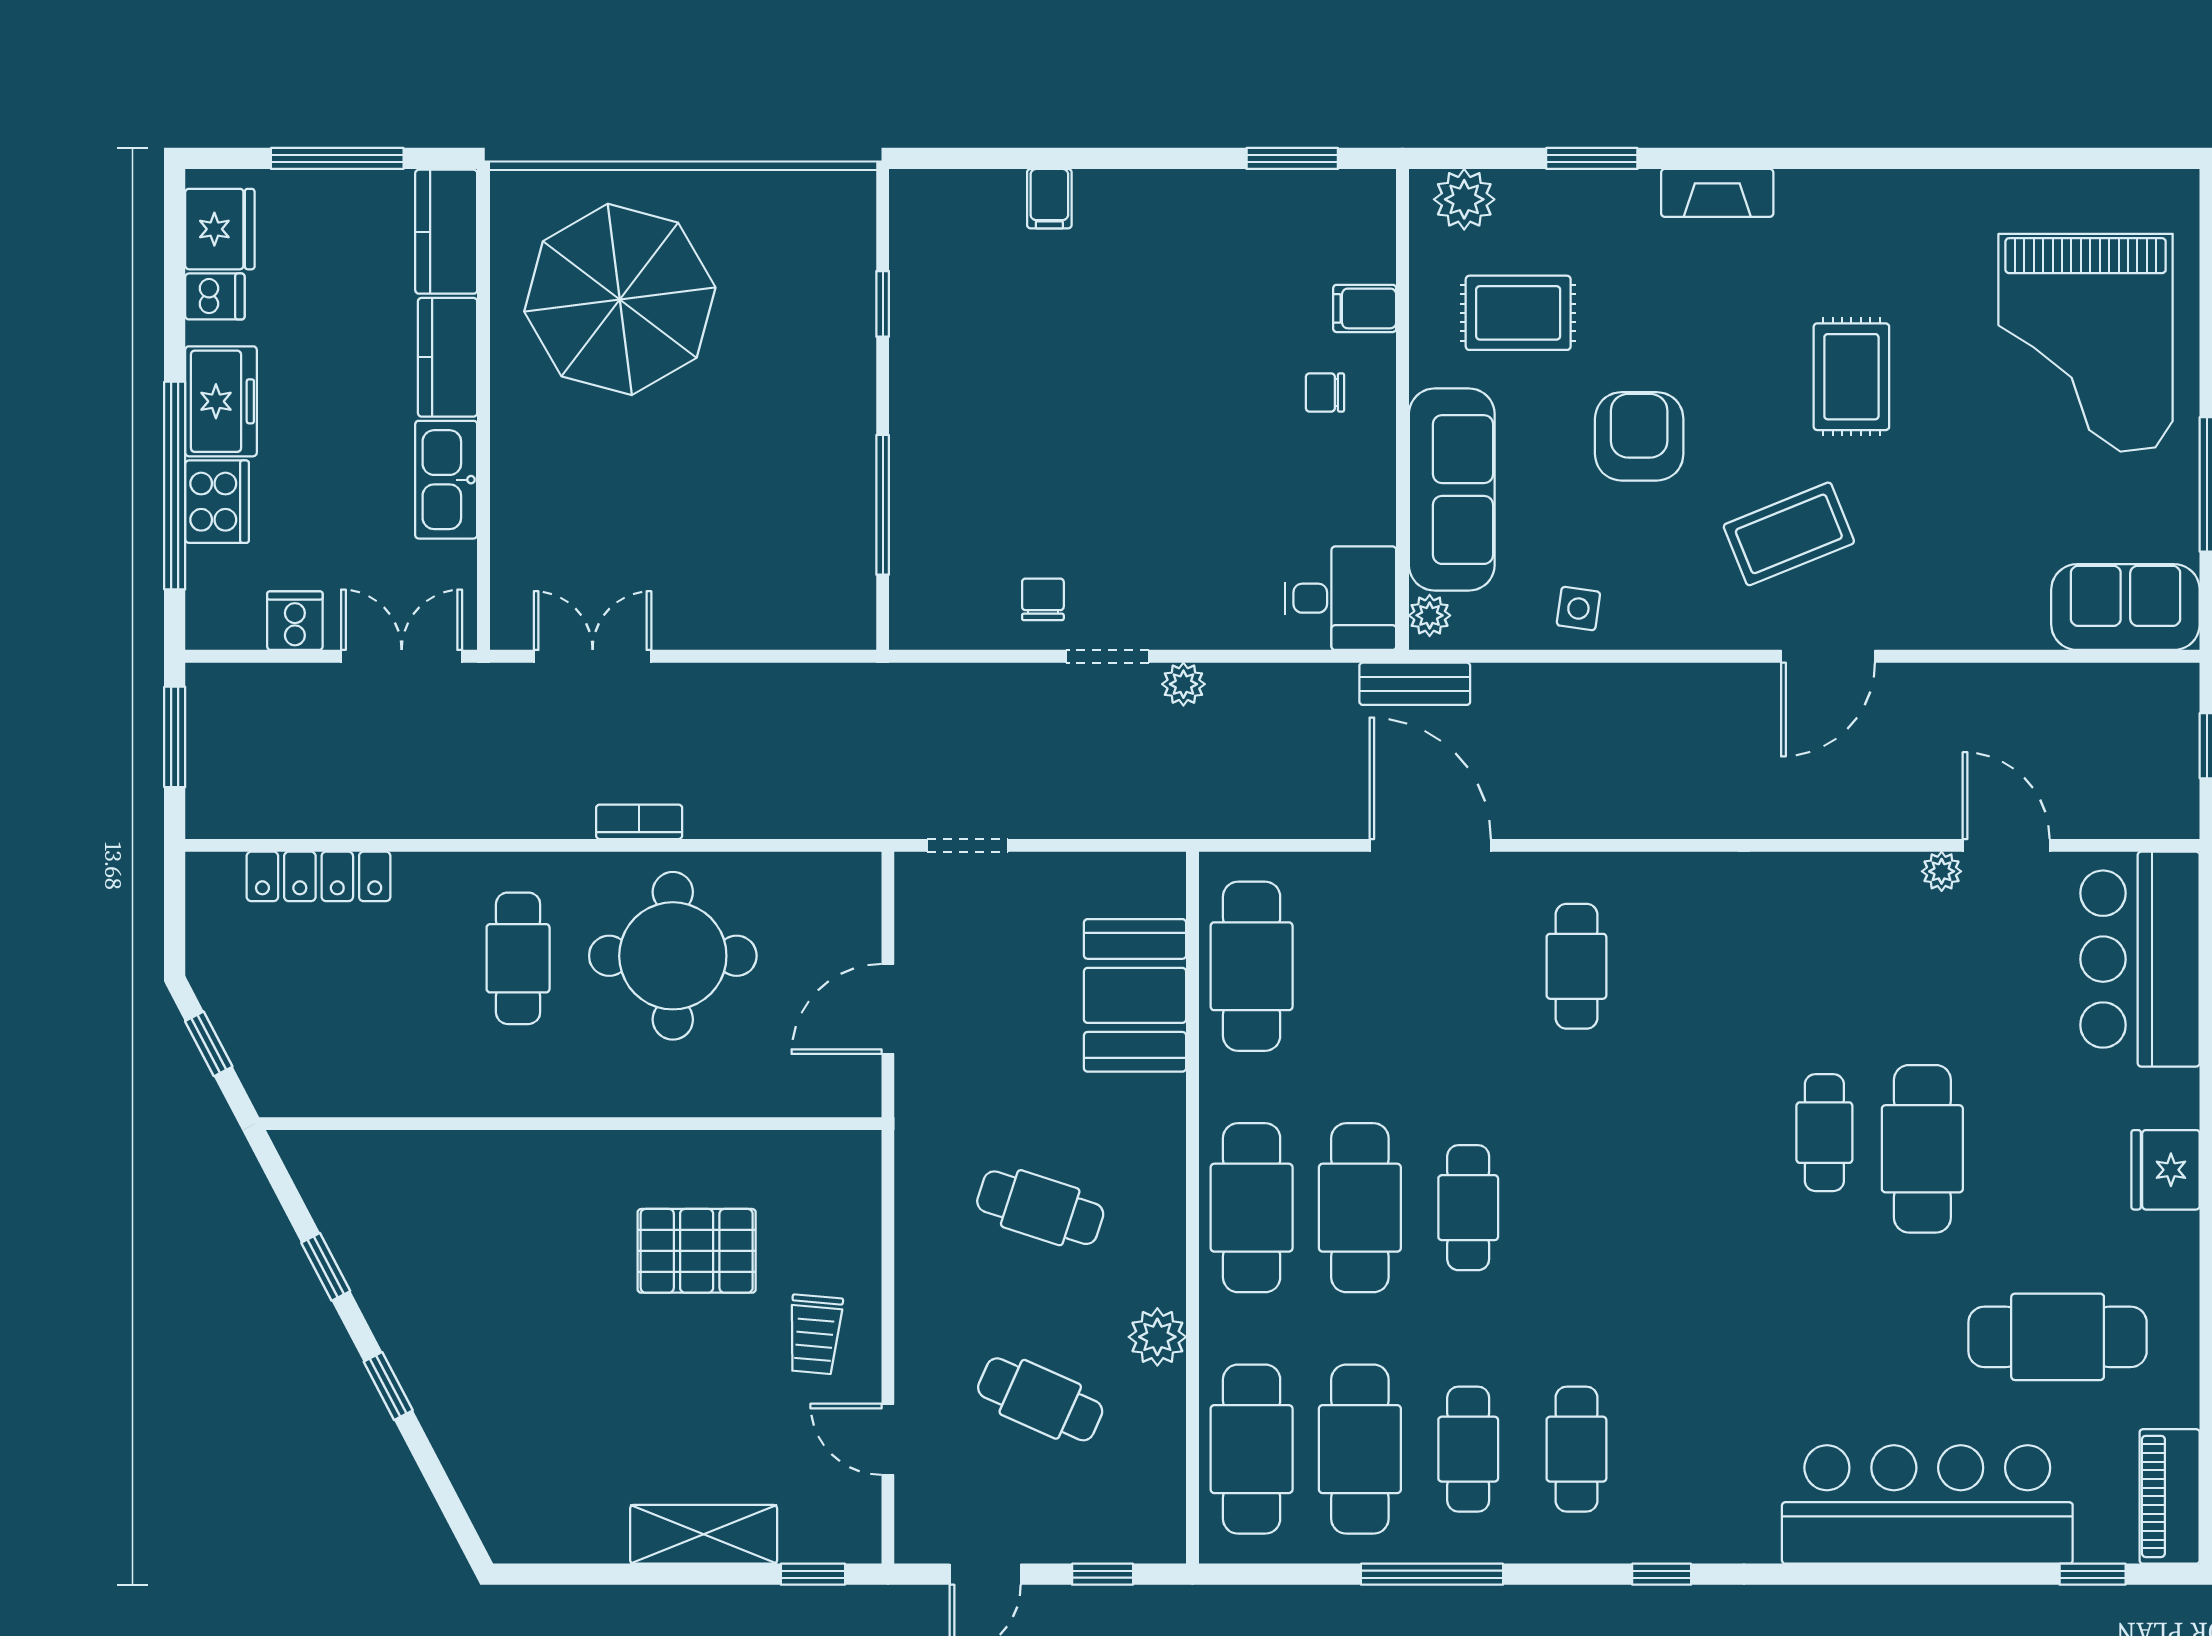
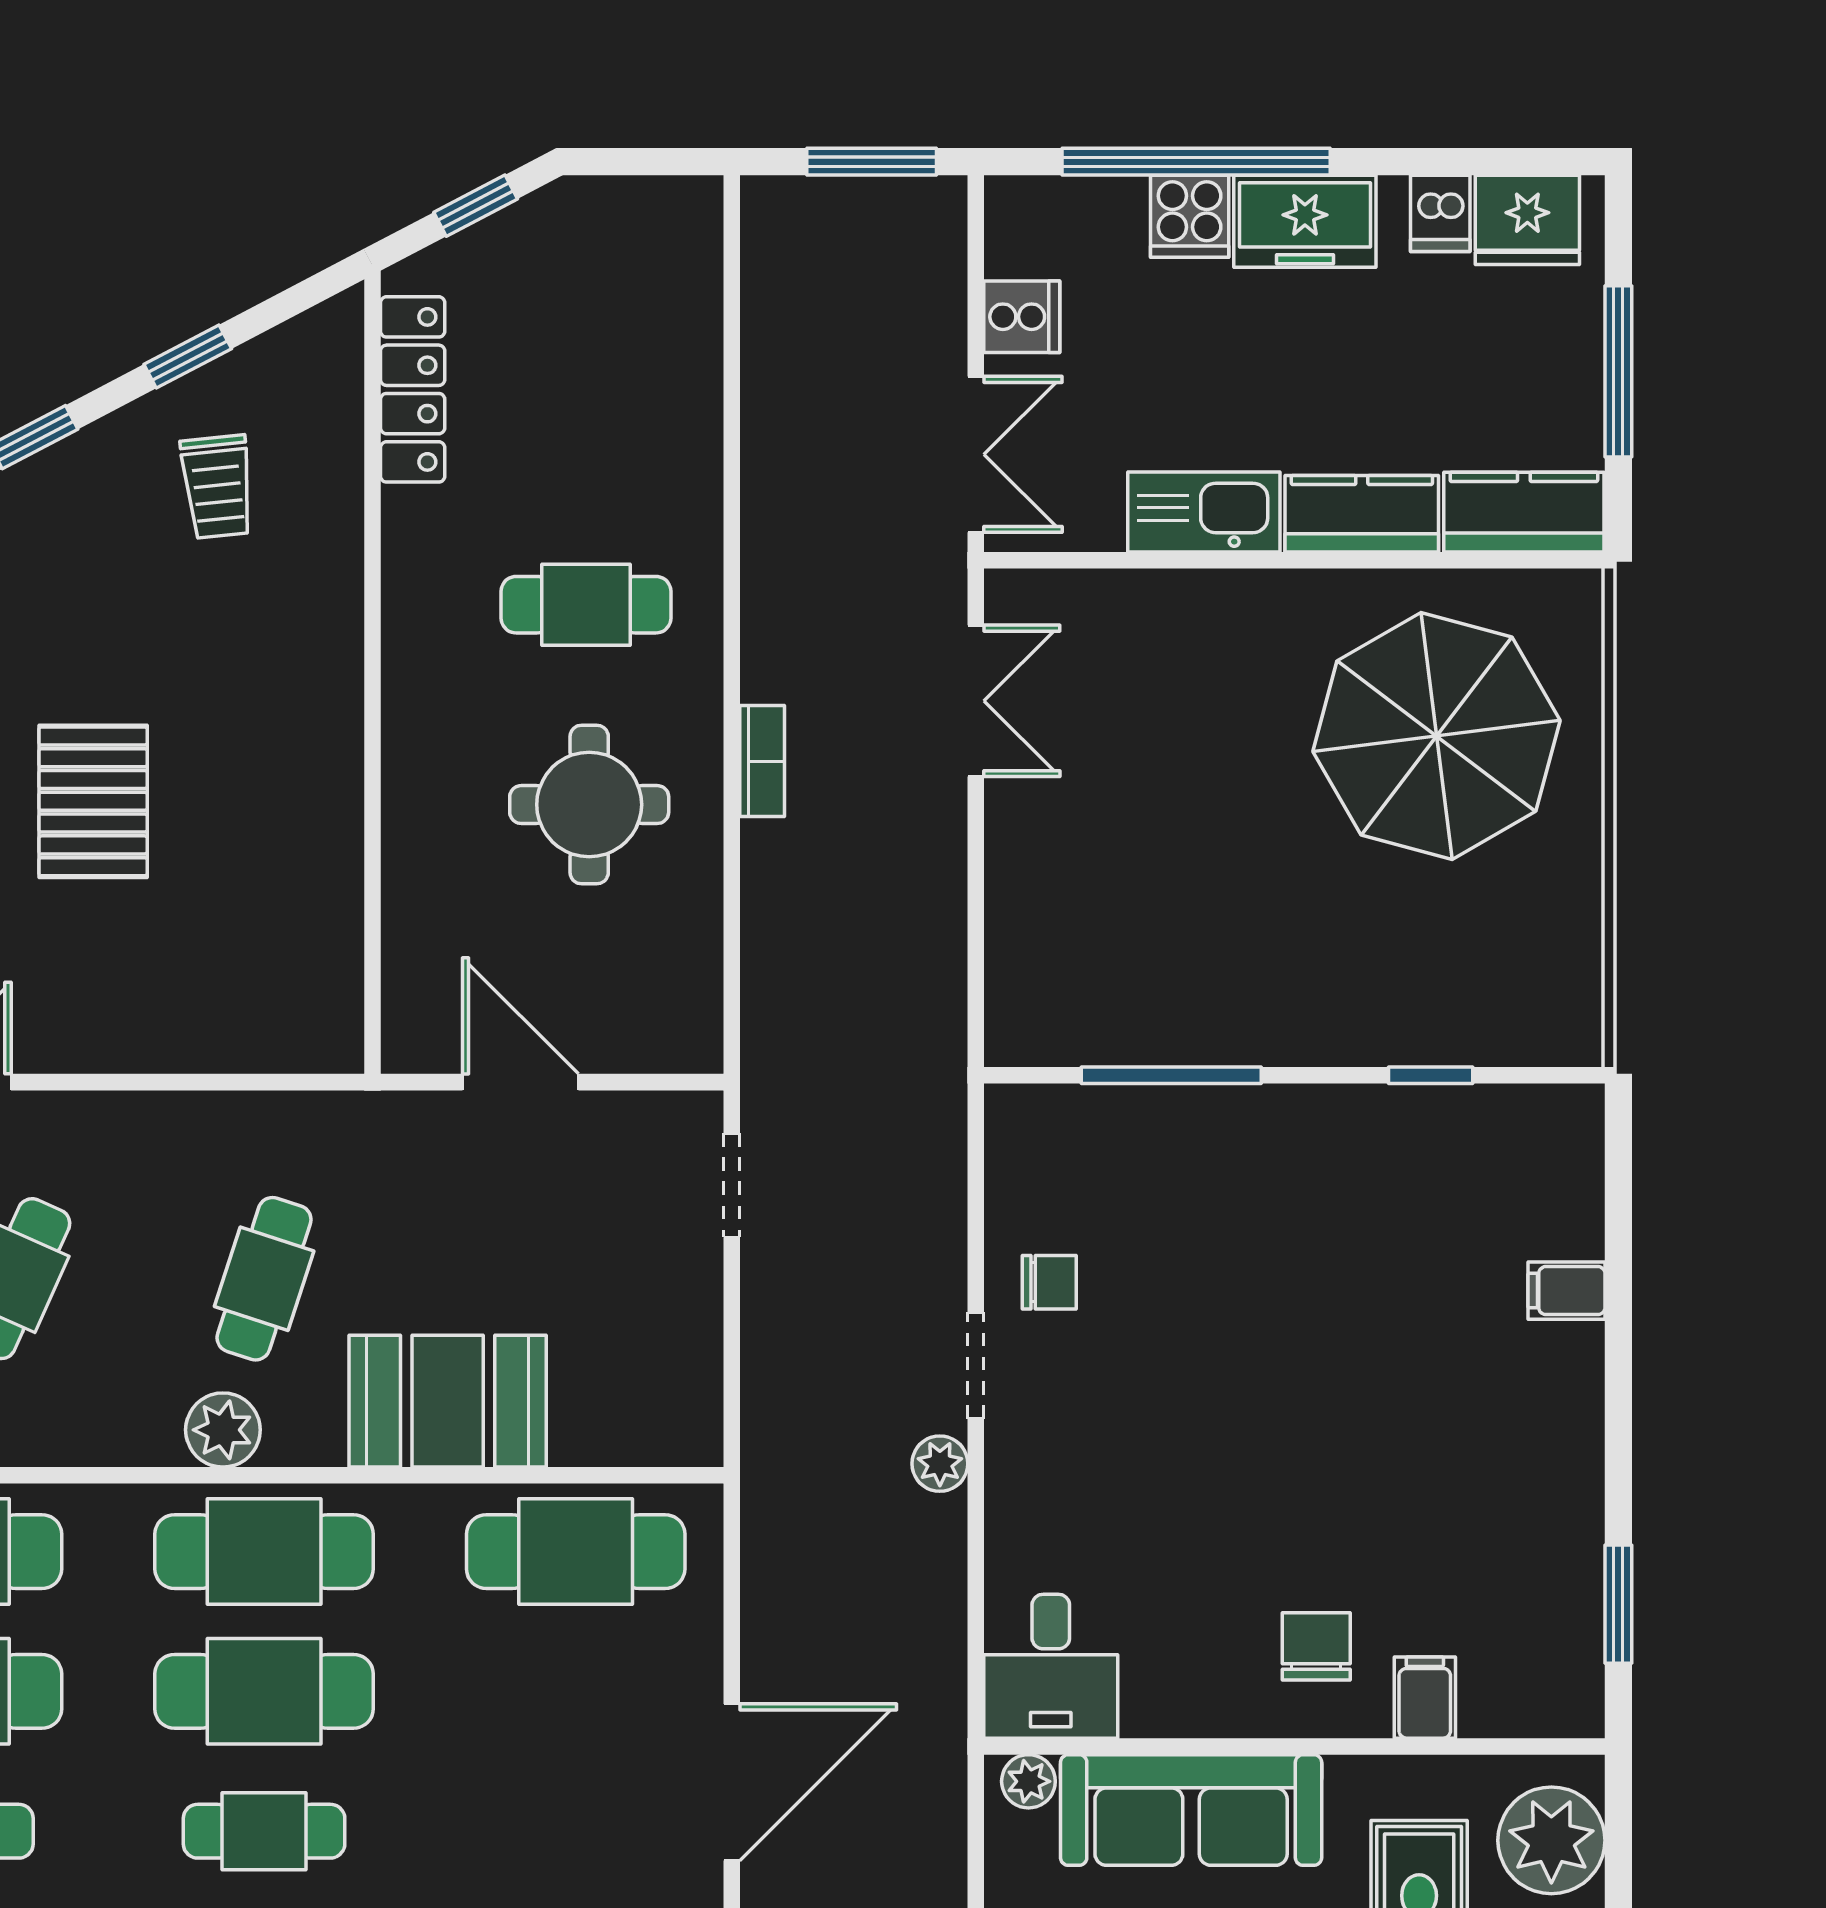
plant: (1464, 199) -> (1551, 1840), width x1.36, depth x1.36
chair: (1325, 393) -> (1316, 1646), width x1.37, depth x1.37
cooker: (217, 502) -> (1190, 216), width x0.73
bench: (1415, 684) -> (940, 1762), removed
locker: (319, 876) -> (413, 389), moved, turned 180
round table: (673, 956) -> (589, 805), width x0.73, depth x0.73
booth: (1135, 995) -> (448, 1401), moved
pallet: (697, 1251) -> (93, 801), moved
trolley: (815, 1334) -> (217, 487), moved, turned -101
plant: (1157, 1337) -> (223, 1430), moved

